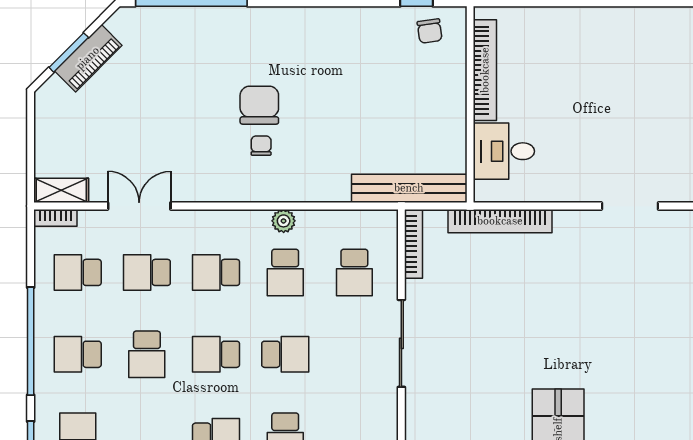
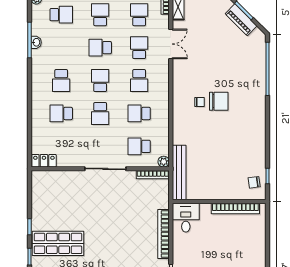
desk: (504, 151) -> (186, 218), moved
plant: (284, 221) -> (164, 162), moved
bookcase: (500, 221) -> (164, 234), moved
school desk: (216, 272) -> (139, 81), turned 180

